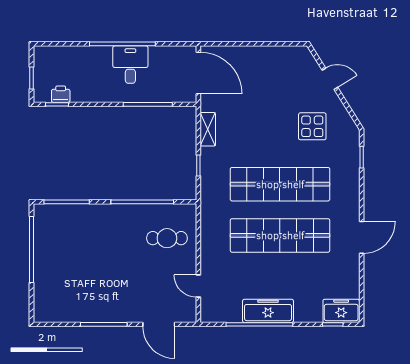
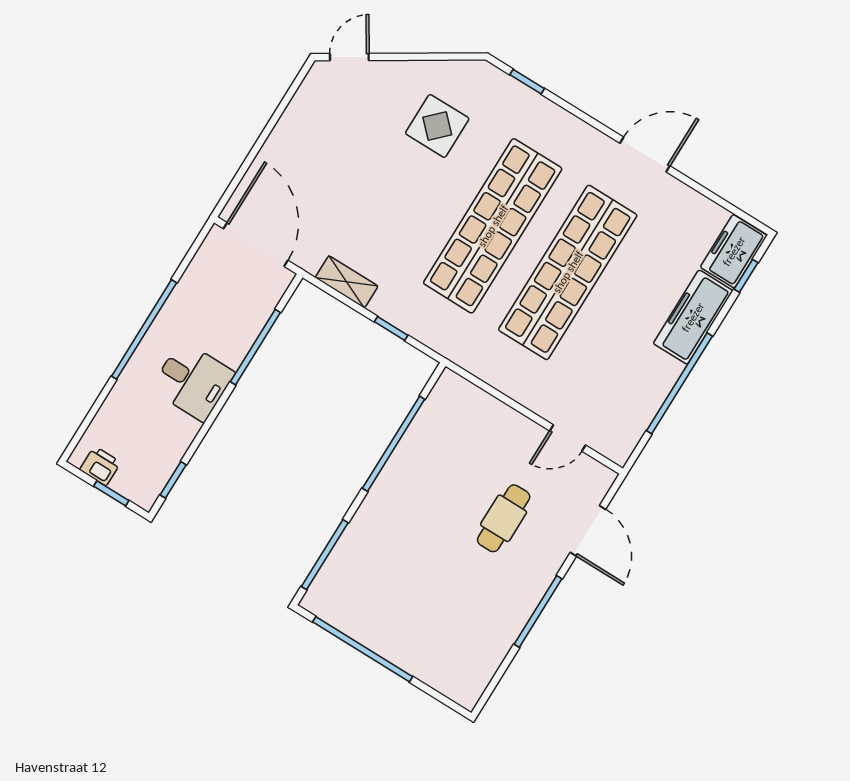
desk: (130, 65) -> (193, 381), moved, turned 180
door: (198, 73) -> (256, 244), hinge flipped
door: (330, 79) -> (349, 57), moved
printer: (61, 94) -> (100, 466), moved, turned 90
door: (362, 237) -> (645, 155), hinge flipped
cafe table: (167, 238) -> (504, 518), moved
freezer: (268, 311) -> (693, 317), moved
door: (159, 324) -> (588, 531), hinge flipped

